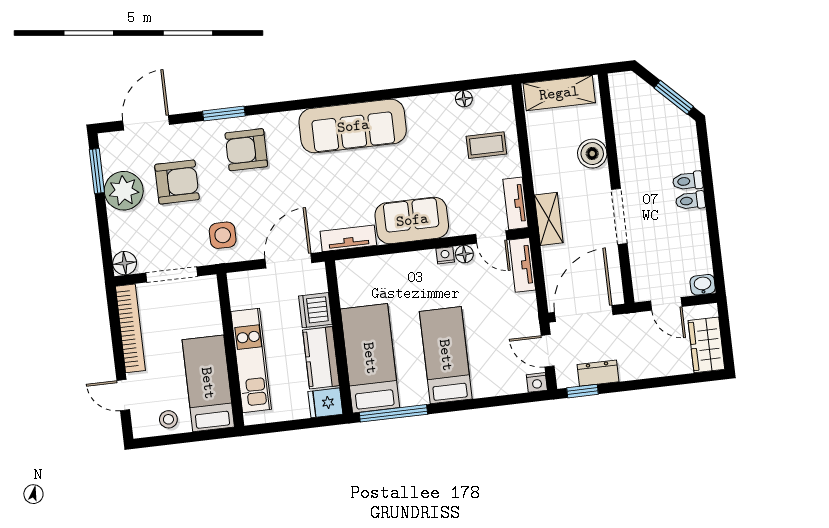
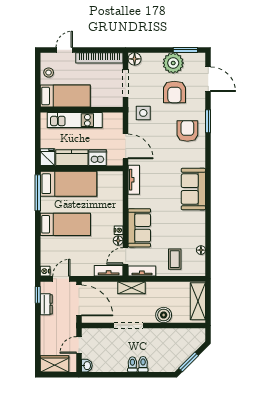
sofa: (353, 126) -> (193, 189), width x0.73
sofa: (412, 220) -> (139, 228), moved

